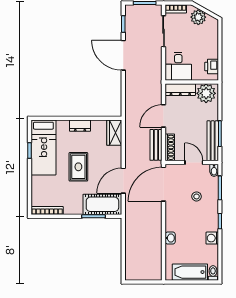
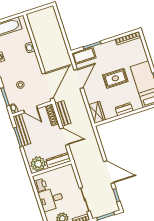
desk: (178, 66) -> (51, 199), moved, turned -90
door: (164, 116) -> (64, 137), hinge flipped
rug: (78, 167) -> (115, 78), turned 90
cot: (102, 204) -> (84, 56), width x0.73, depth x0.75

